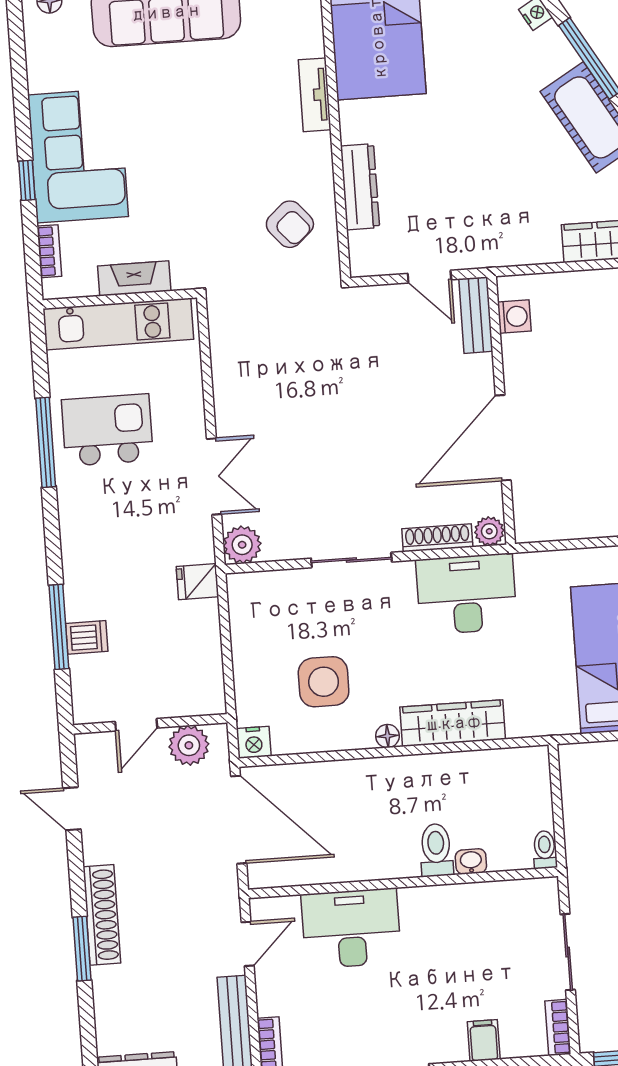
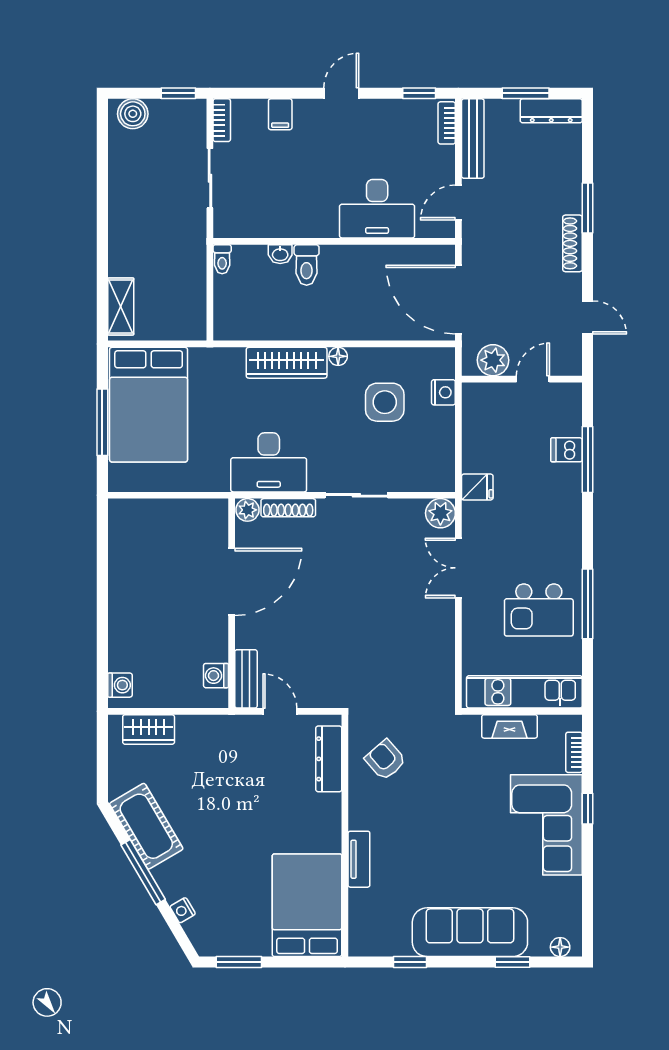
dresser: (360, 187) -> (329, 759), moved
nightstand: (254, 742) -> (443, 392), moved, turned 90
shoe rack: (102, 915) -> (573, 243), width x0.74, depth x0.81

